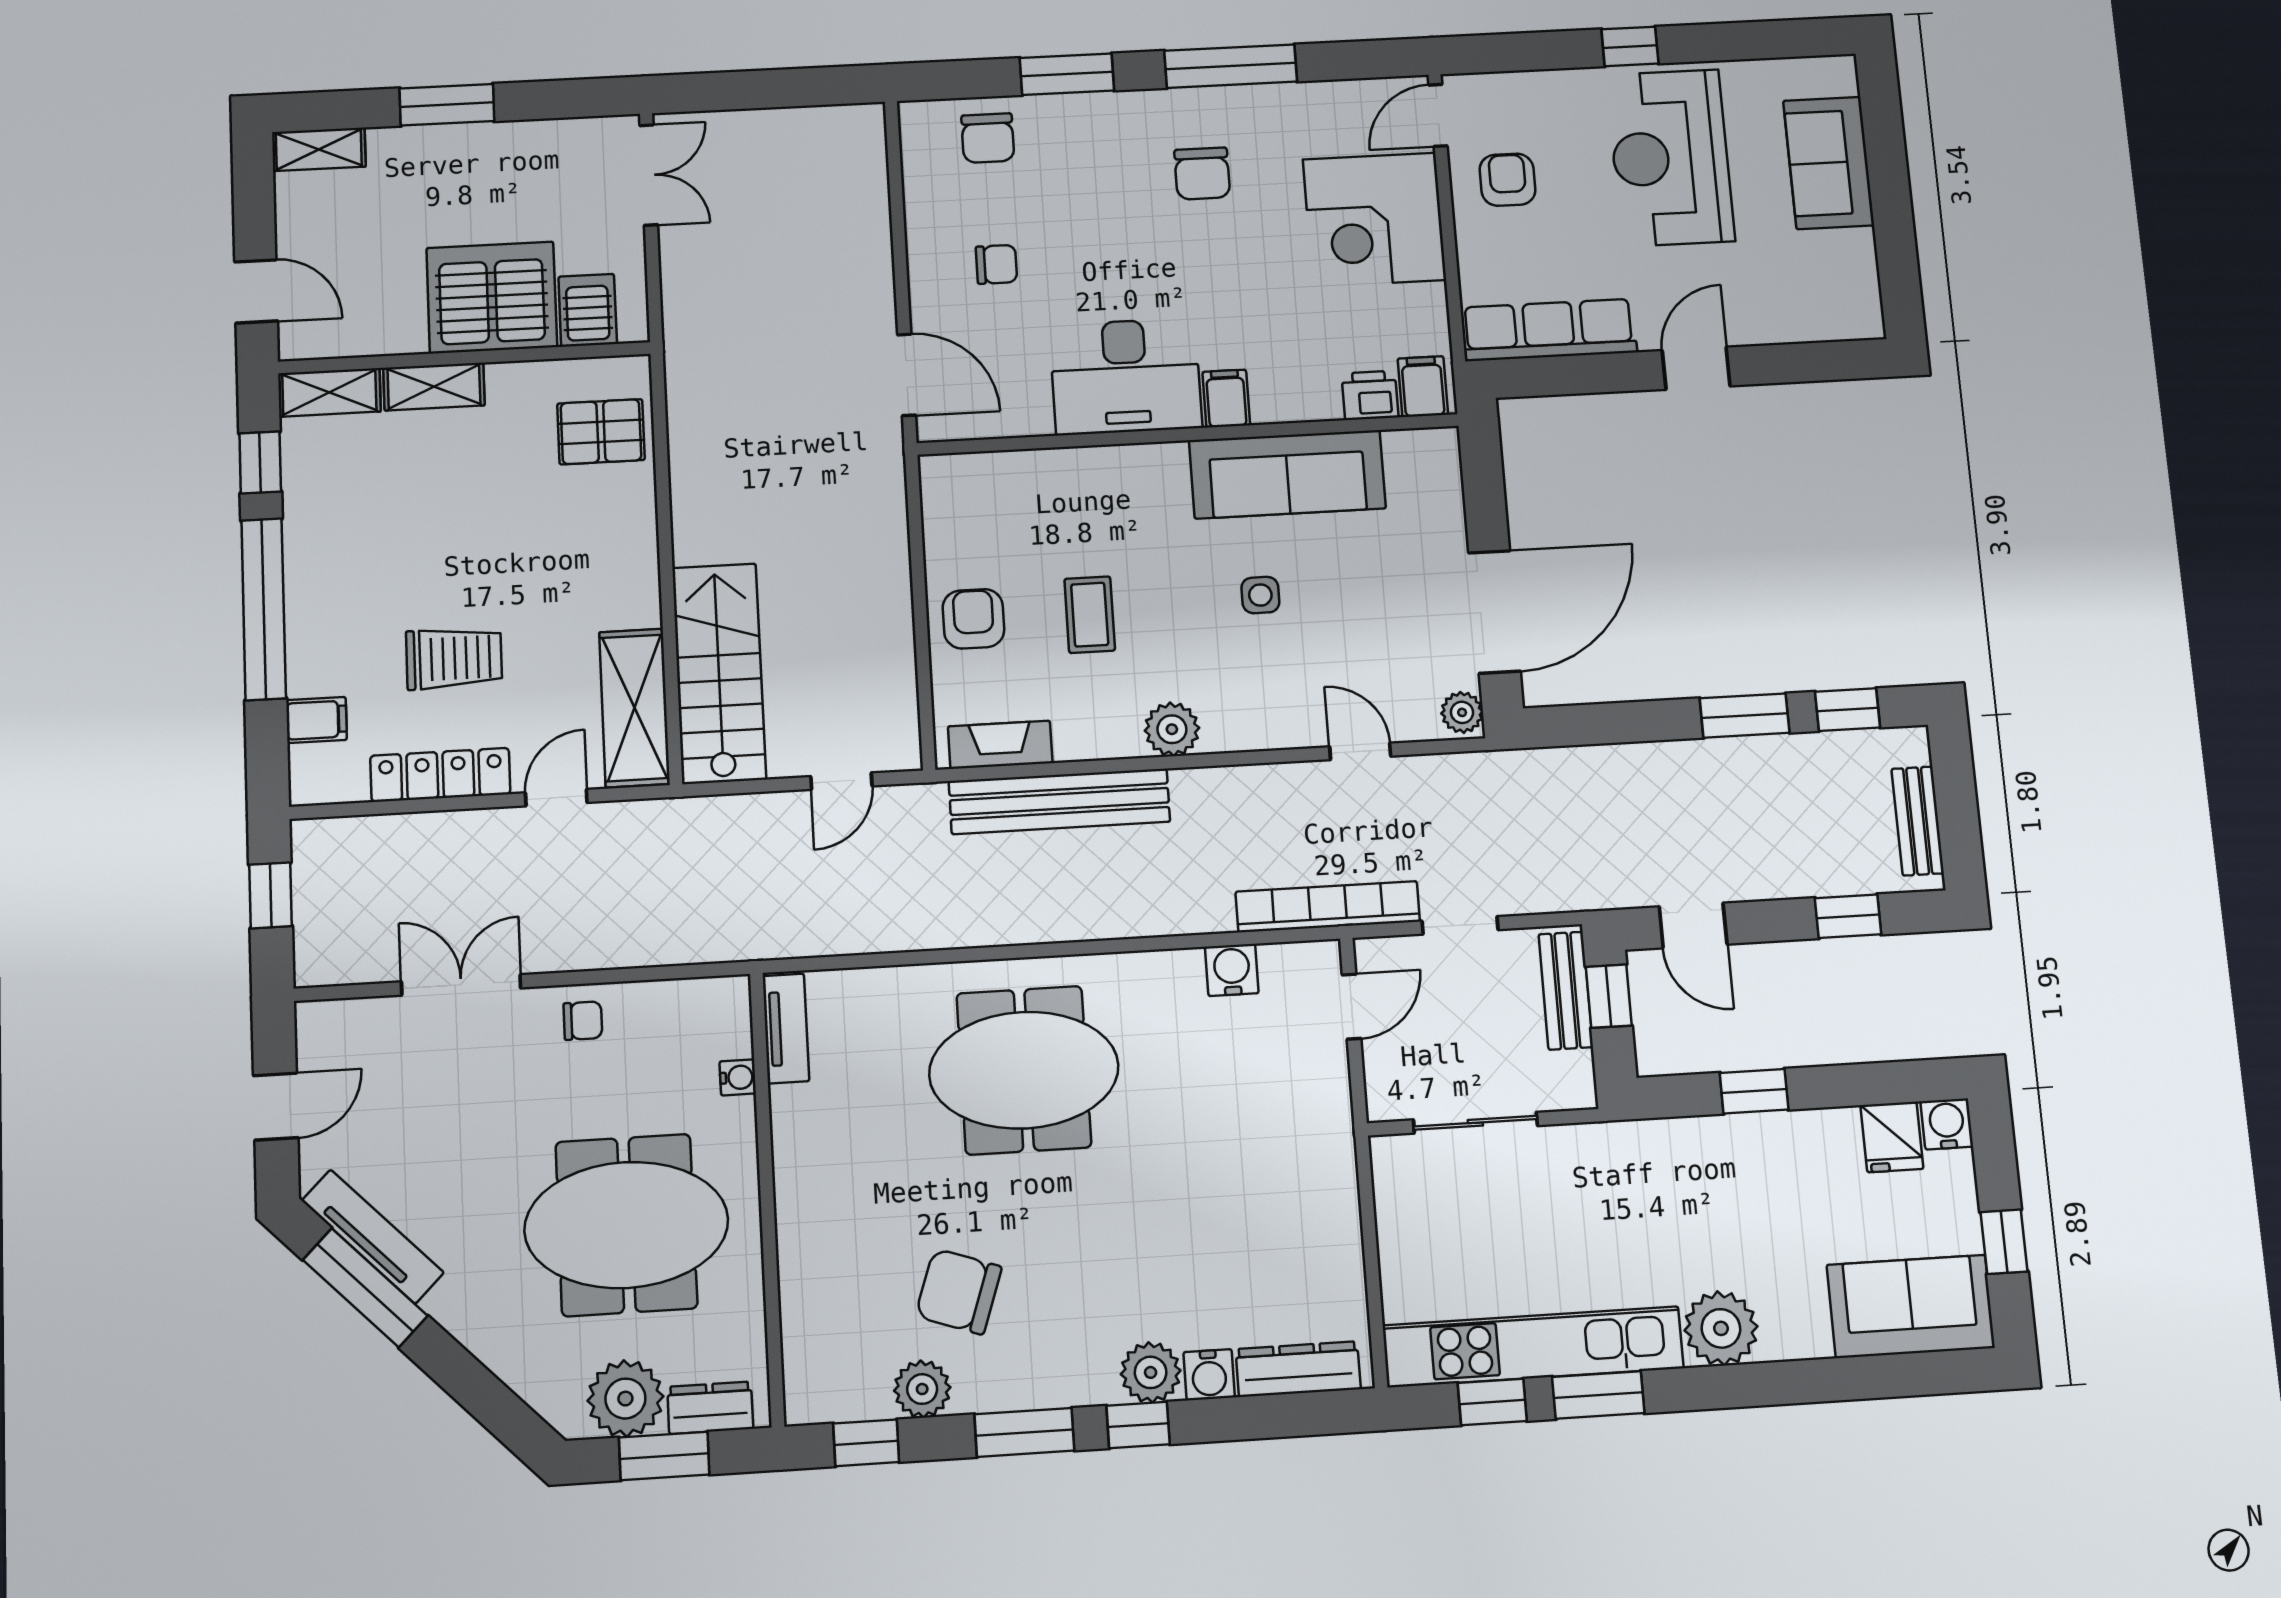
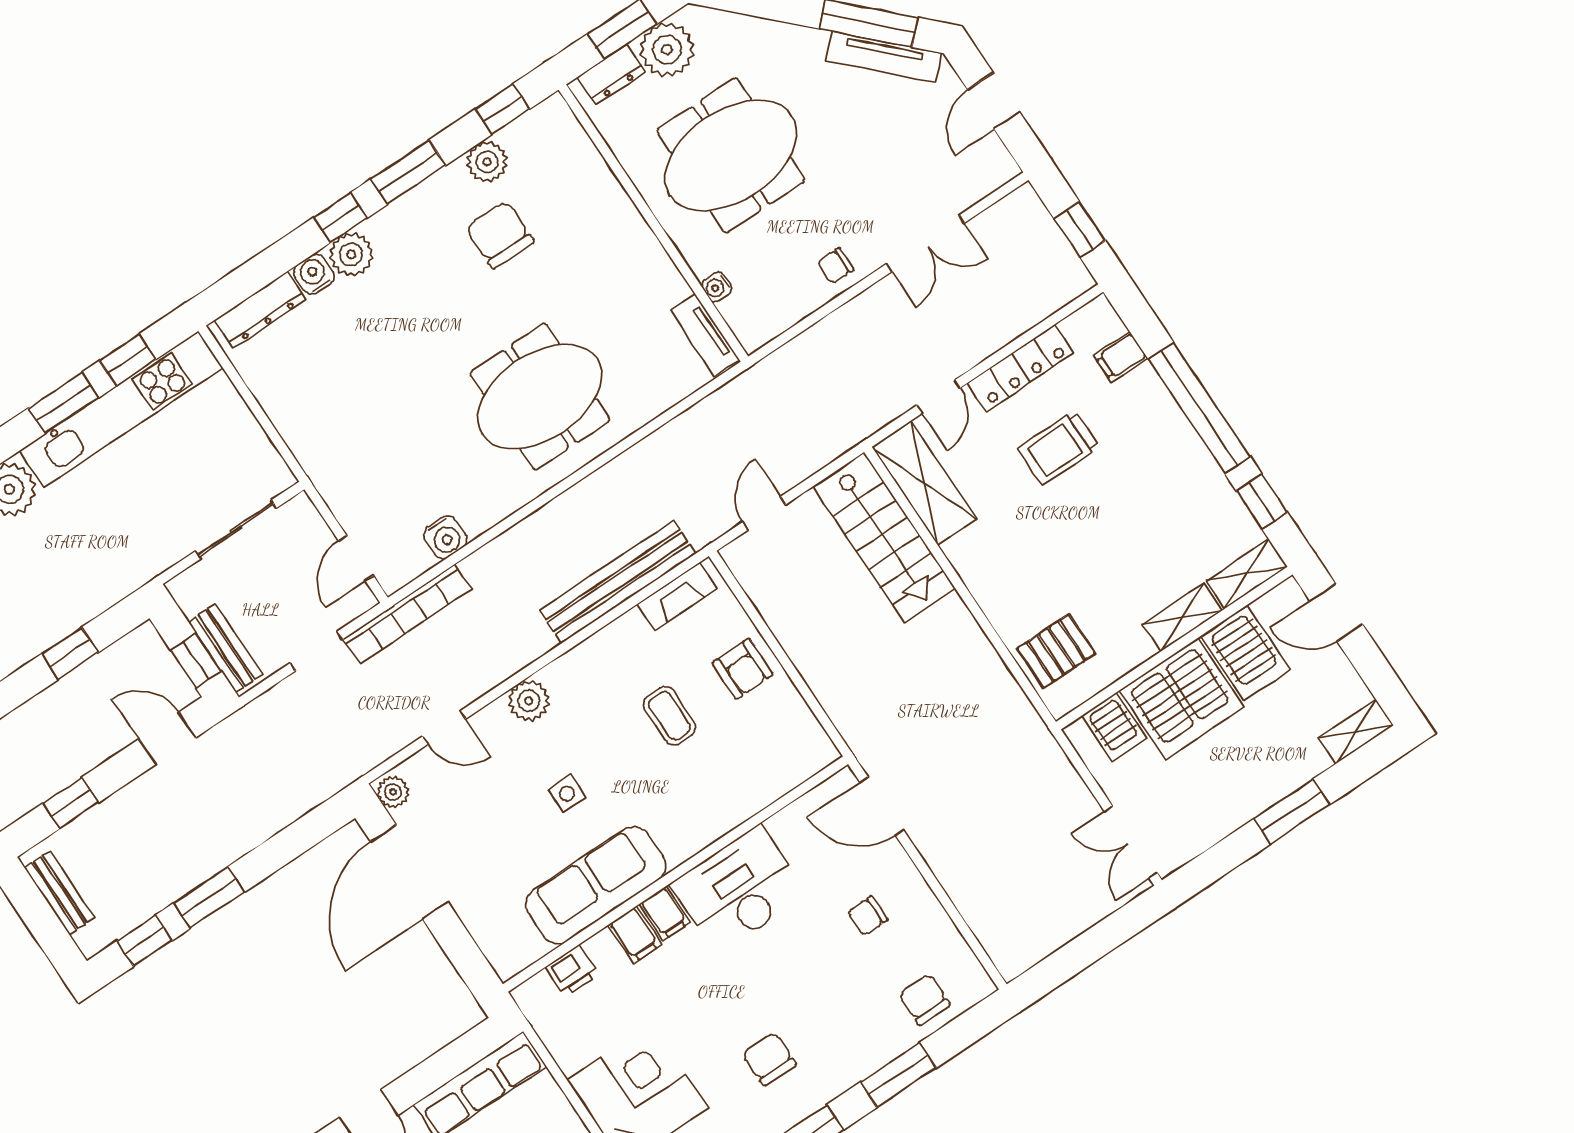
server rack: (387, 306) -> (1246, 653), added
filing cabinet: (1423, 387) -> (635, 935), moved
plant: (1172, 729) -> (529, 701), moved
chair: (959, 1292) -> (500, 235), turned -109

